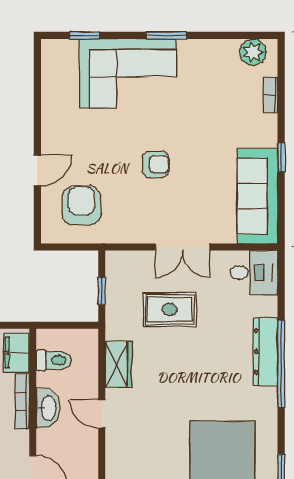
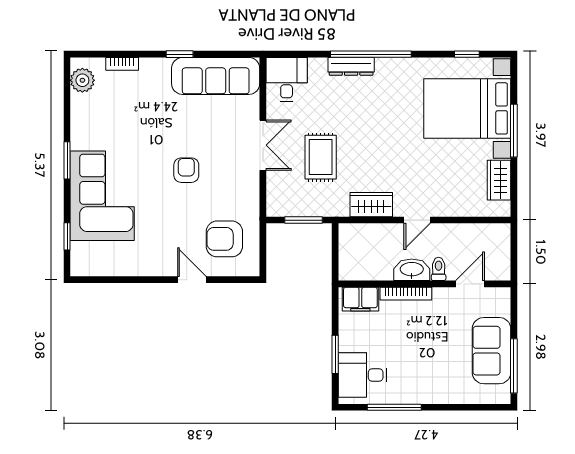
window: (102, 291) -> (303, 220), width x1.50
dresser: (266, 351) -> (351, 66), width x0.73, depth x0.80
toilet: (54, 360) -> (439, 269), moved, width x0.73, depth x0.72

